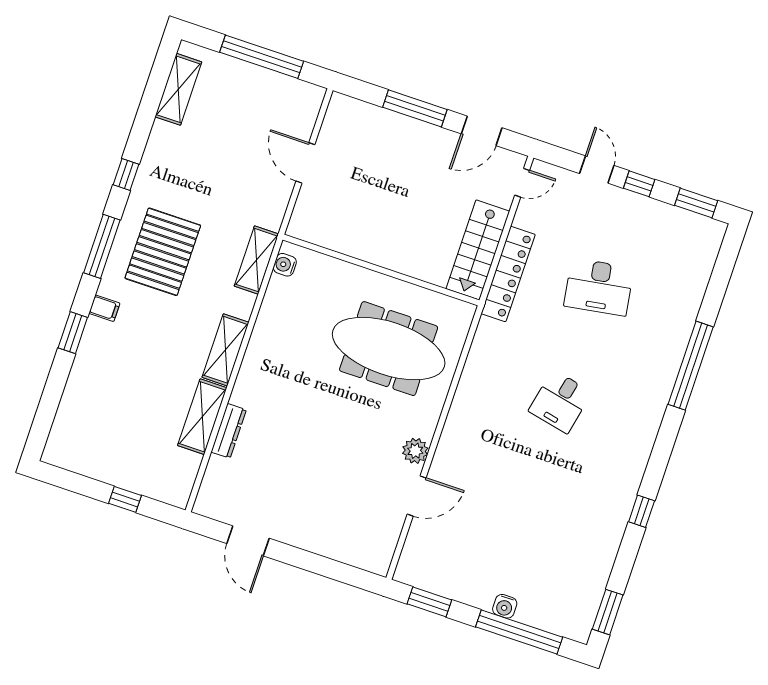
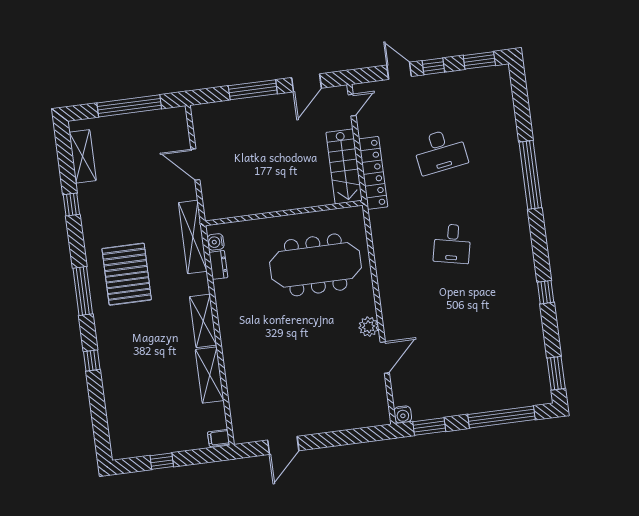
window: (126, 175) -> (71, 205), moved
shelving: (256, 260) -> (193, 237), width x1.47
filing cabinet: (104, 308) -> (219, 438), moved, turned 180
window: (73, 333) -> (92, 361), width x0.67
dresser: (229, 431) -> (218, 265), moved, width x0.70
window: (125, 499) -> (162, 461), moved
door: (248, 541) -> (283, 445), hinge flipped
water cooler: (505, 606) -> (403, 415), moved

